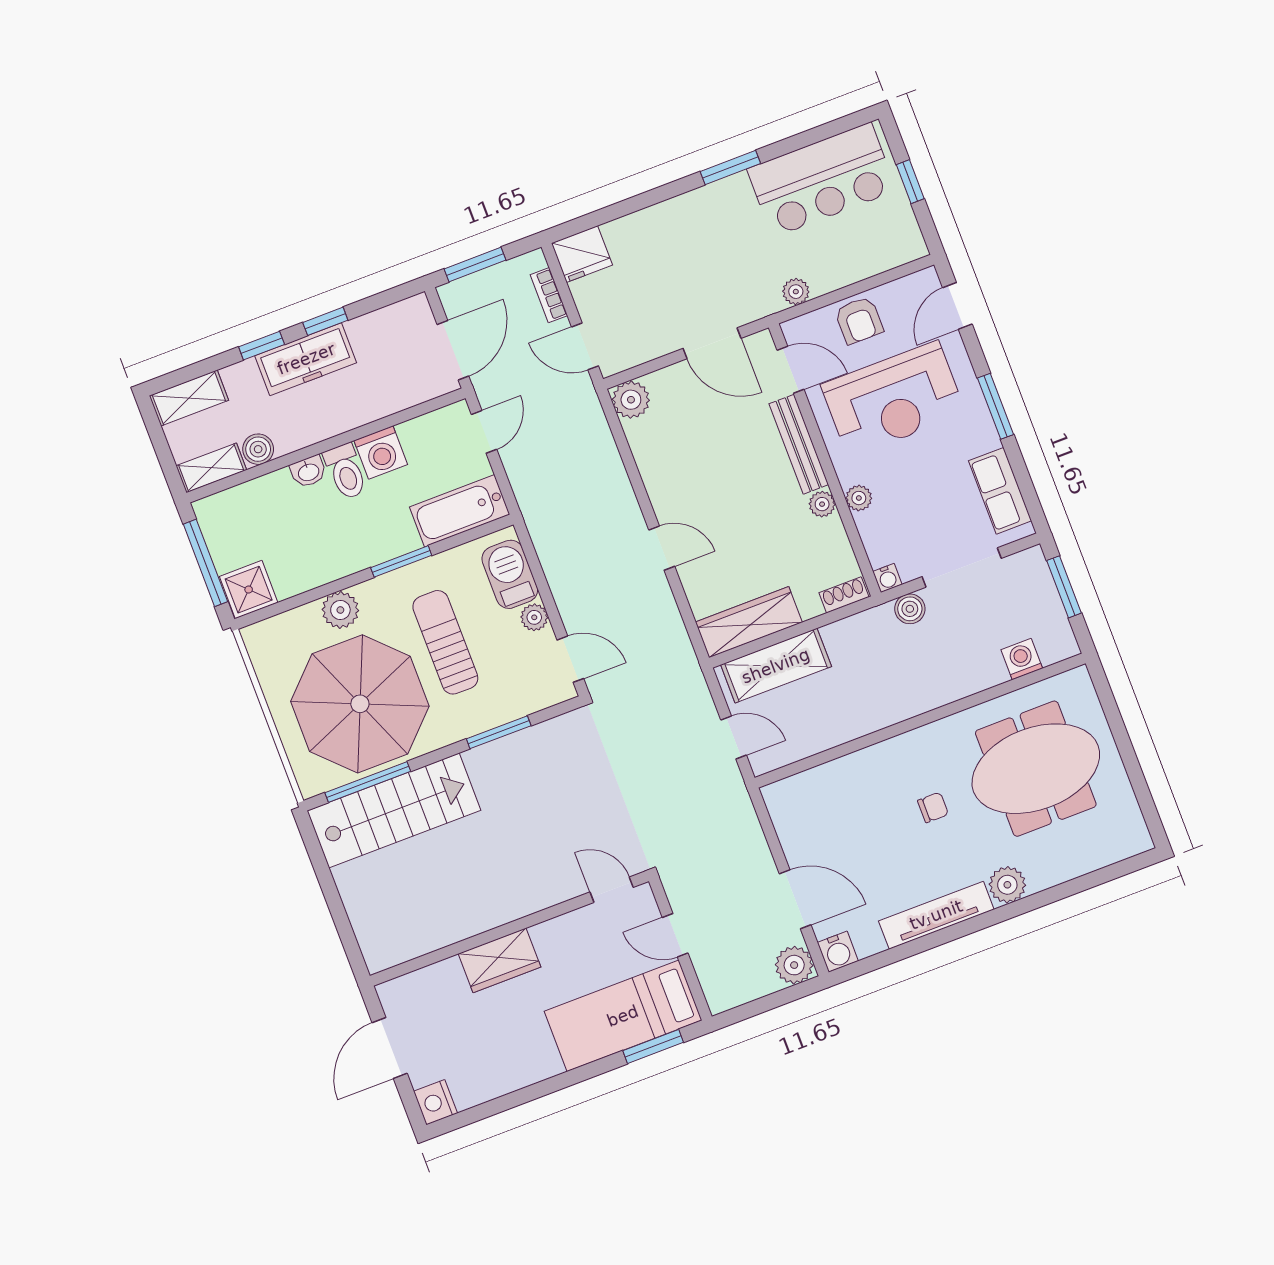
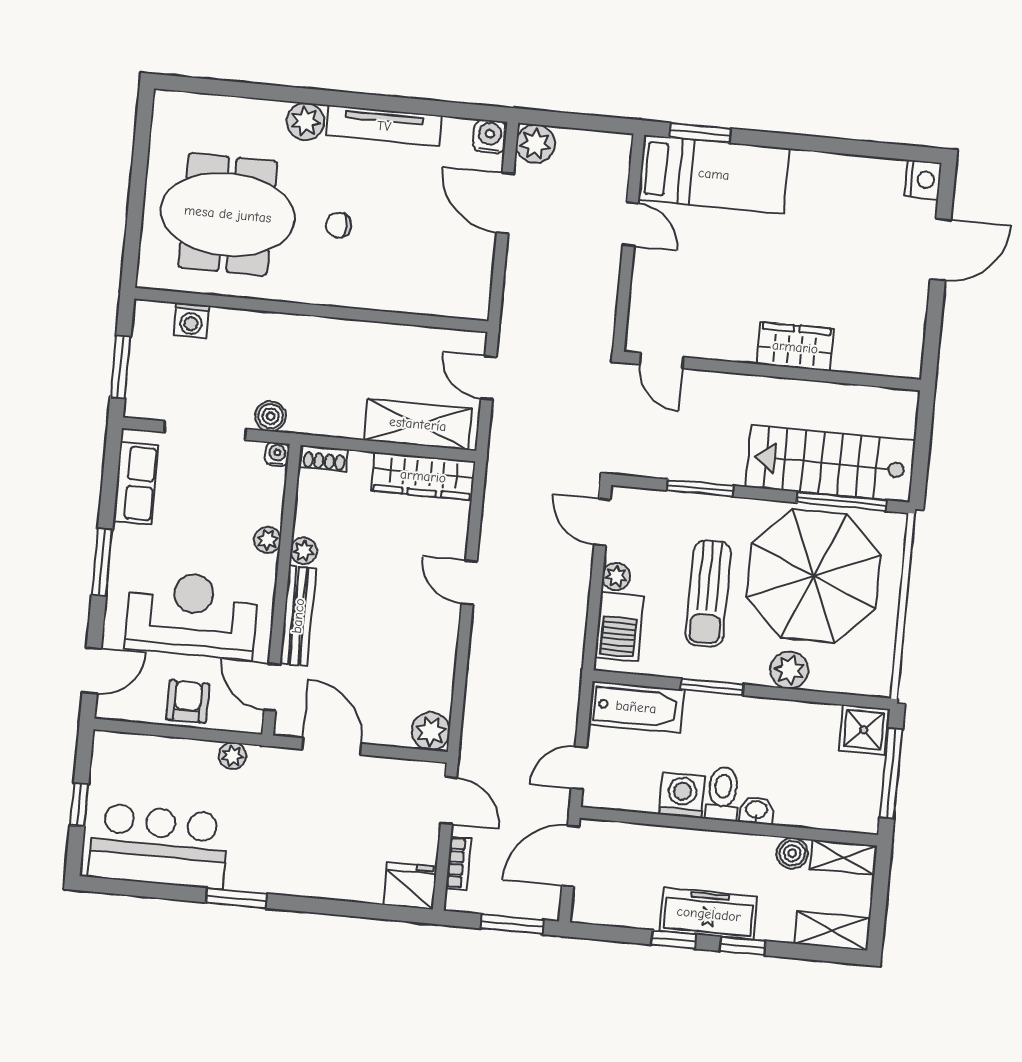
door: (612, 890) -> (661, 361), moved
wall: (509, 929) -> (772, 371), moved
wardrobe: (500, 960) -> (795, 347), moved

